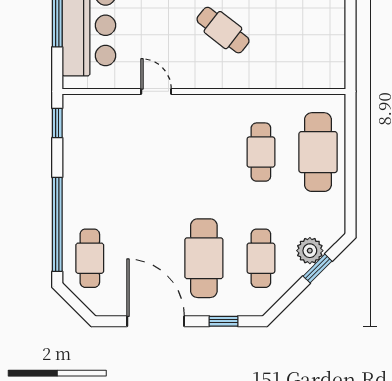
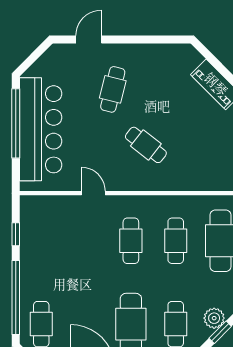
window: (57, 123) -> (16, 234), moved
cafe table: (204, 152) -> (131, 241), added

